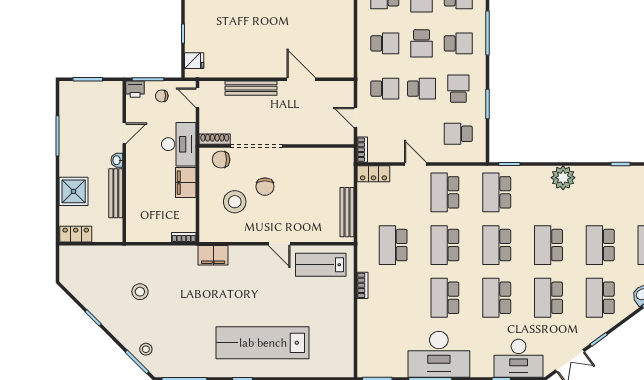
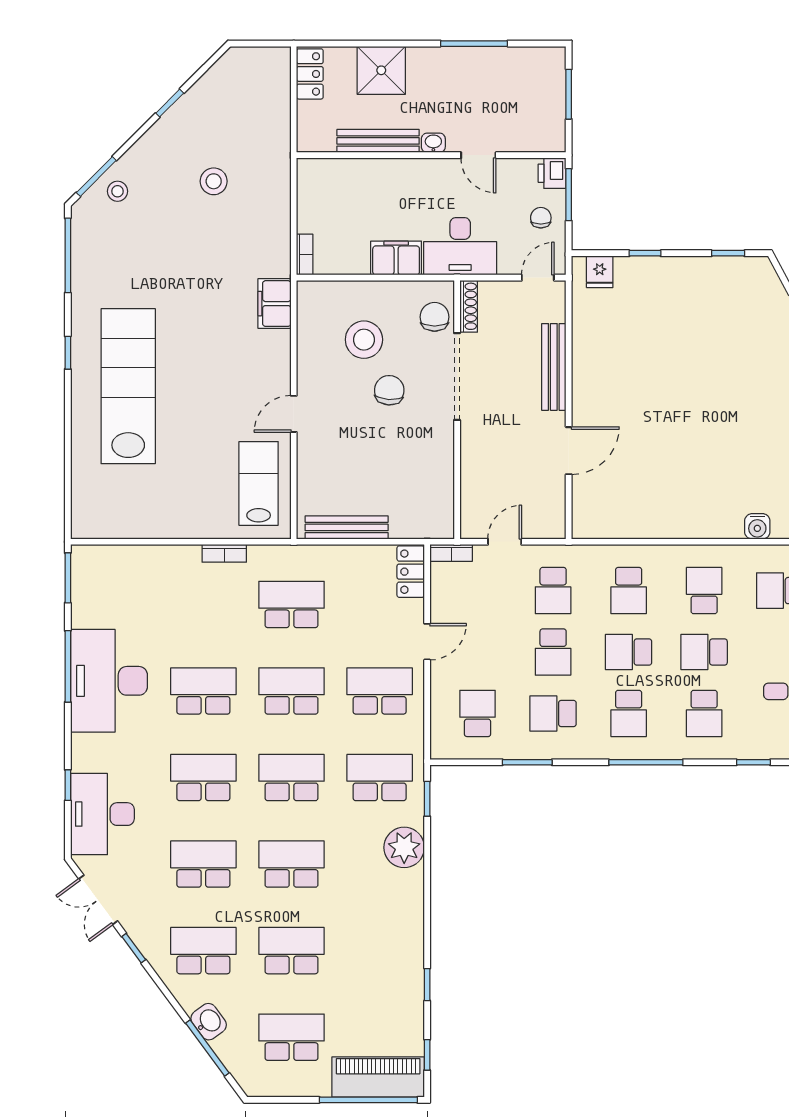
school desk: (458, 89) -> (553, 713), turned 180
plant: (563, 178) -> (404, 847), moved
chair: (265, 187) -> (389, 390), turned 94

